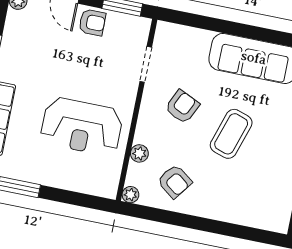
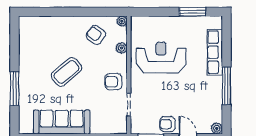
armchair: (182, 107) -> (113, 82), moved, turned 65
coffee table: (231, 134) -> (66, 72), turned 32

